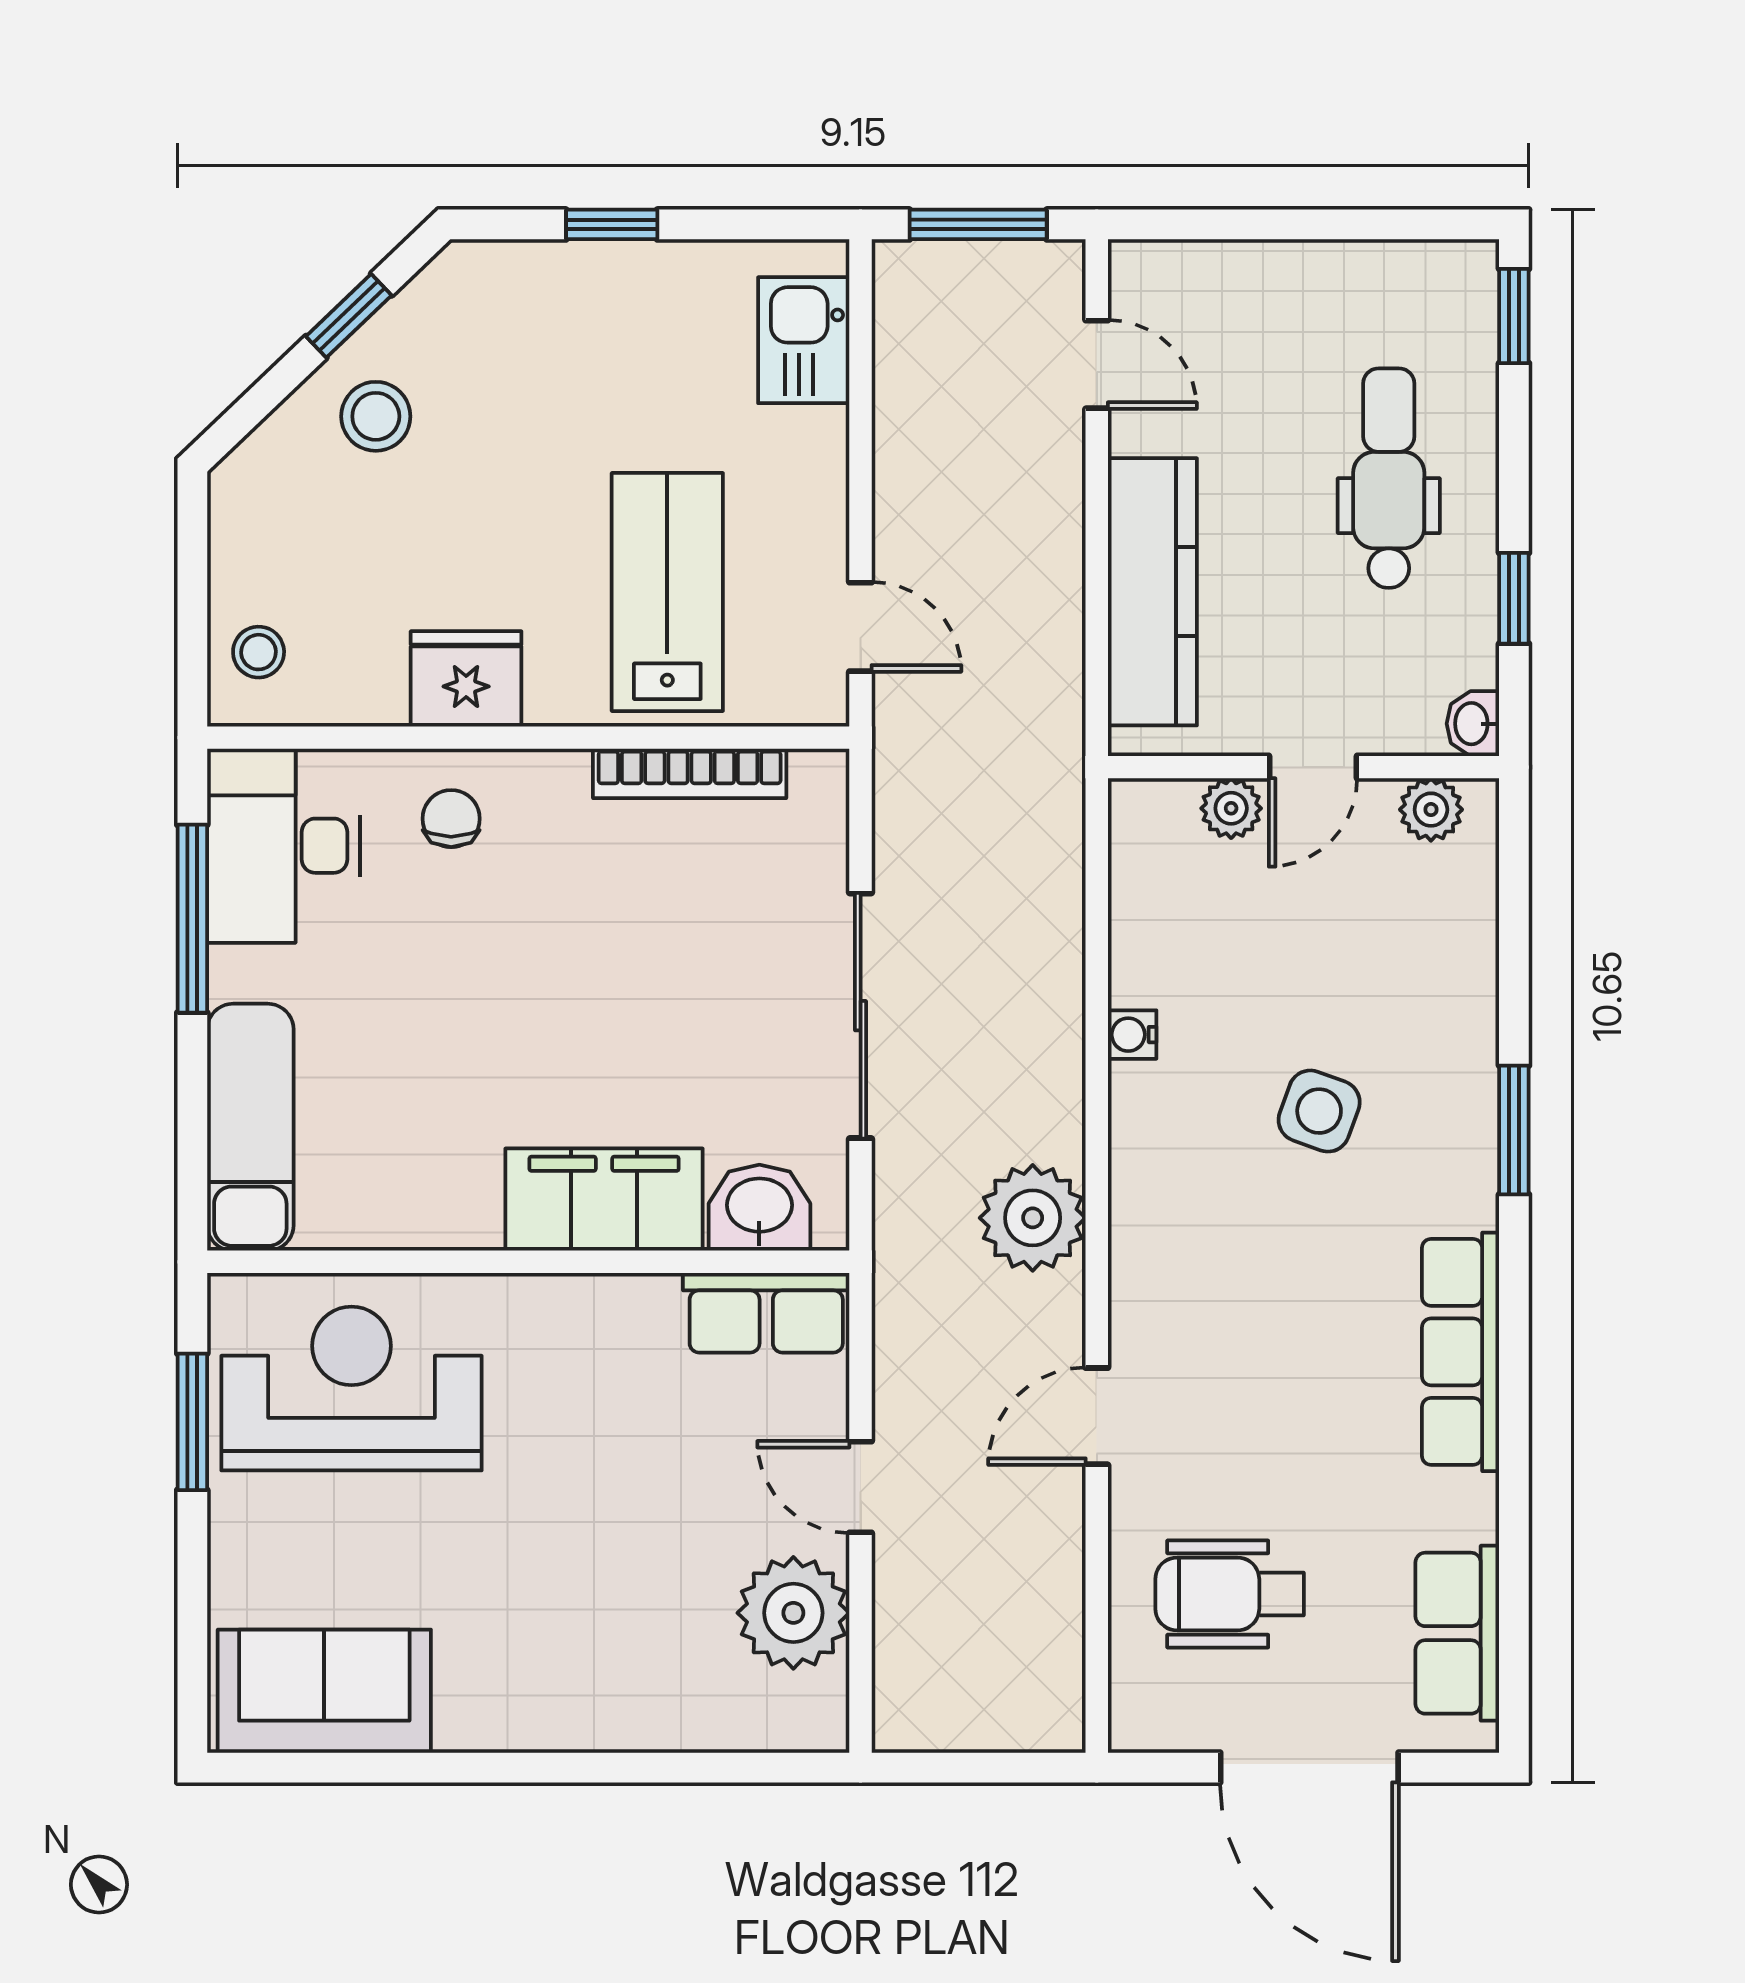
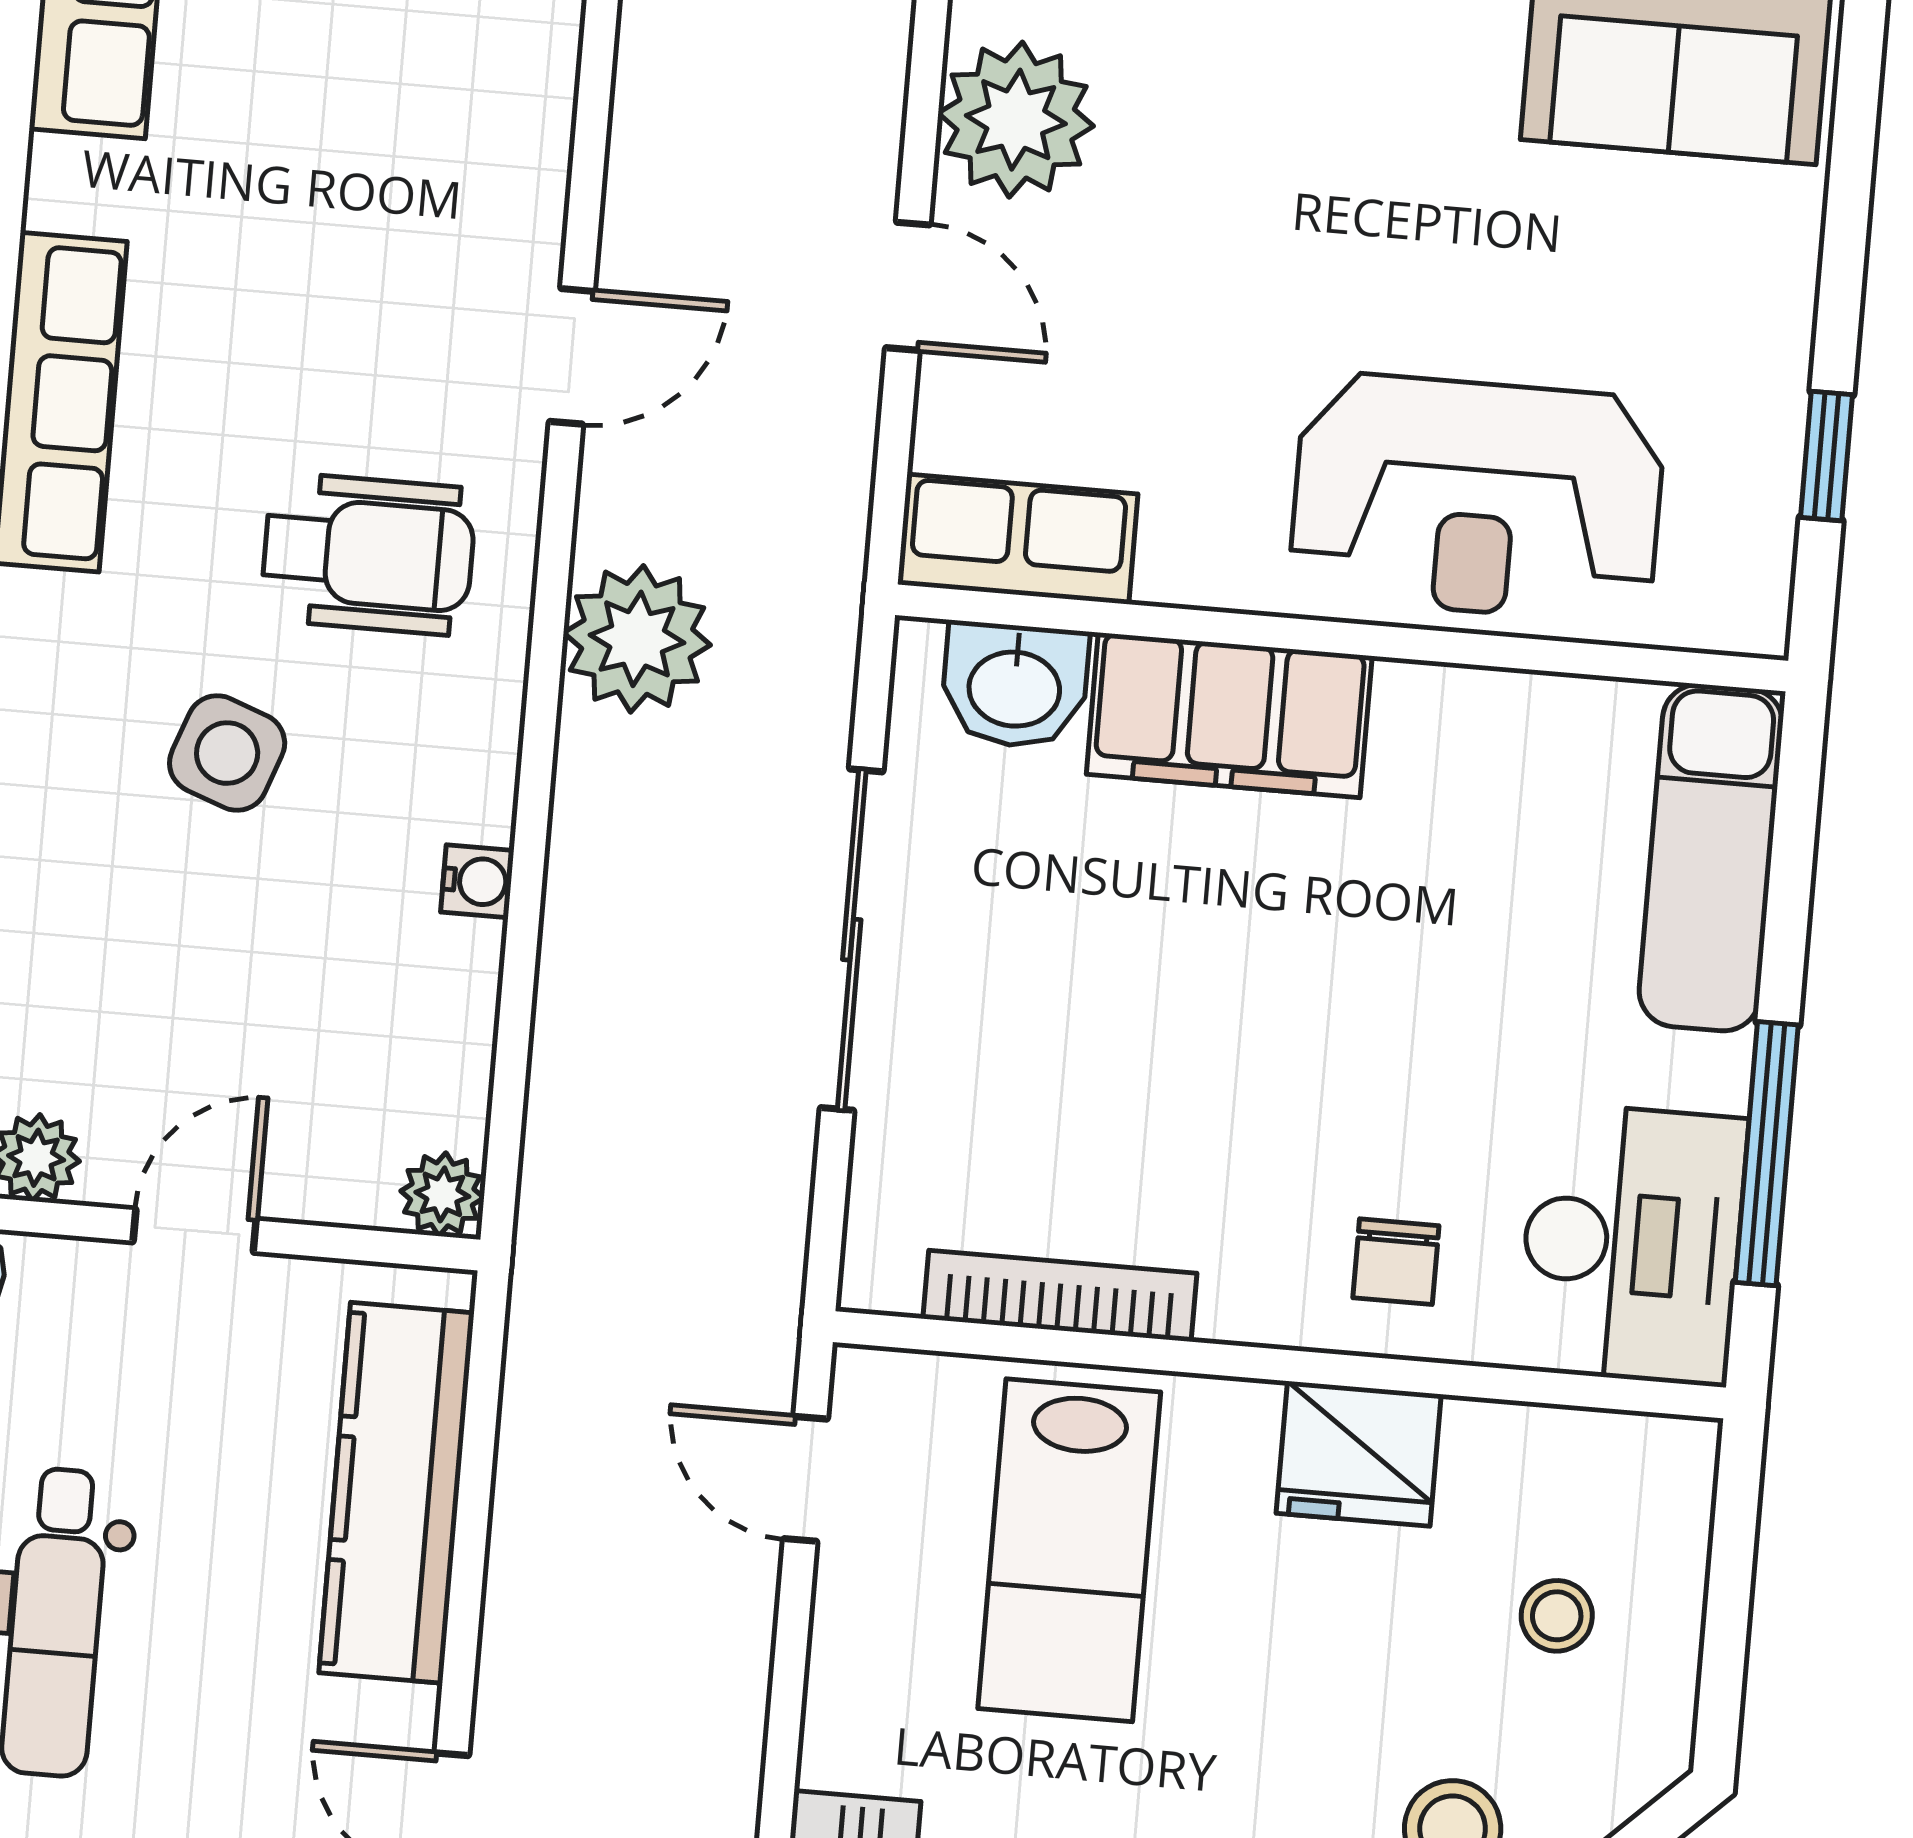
stool: (259, 652) -> (1557, 1616), moved
plant: (1231, 808) -> (442, 1194), moved
reception desk: (351, 1388) -> (1477, 497), moved
window: (192, 1422) -> (1827, 456), width x0.67
wheelchair: (1230, 1594) -> (368, 554), moved

